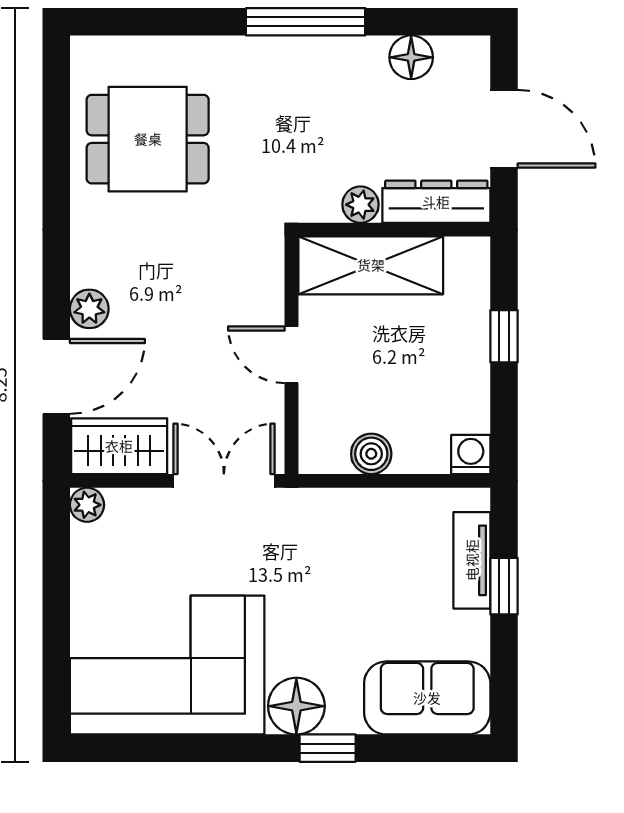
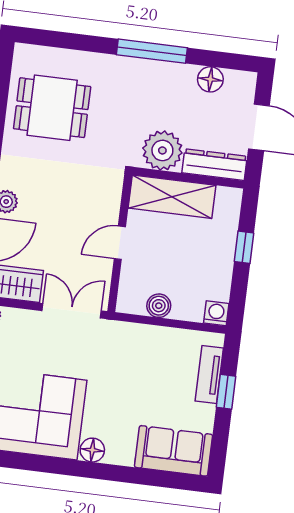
plant: (360, 205) -> (162, 150), width x1.87, depth x1.87
door: (292, 355) -> (120, 243), hinge flipped
floor lamp: (296, 706) -> (92, 450), width x0.73, depth x0.73
window: (328, 748) -> (112, 473), removed

